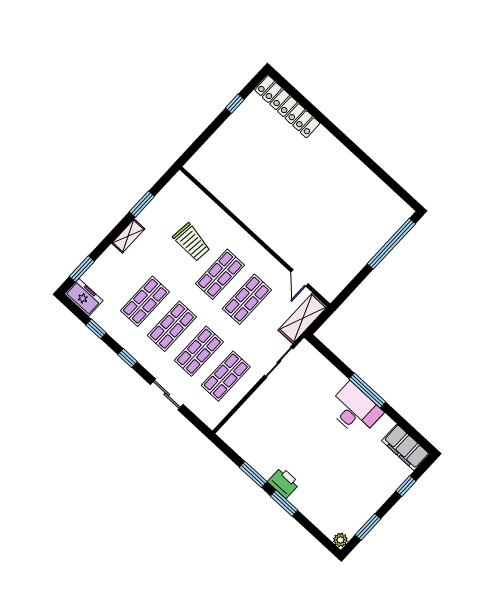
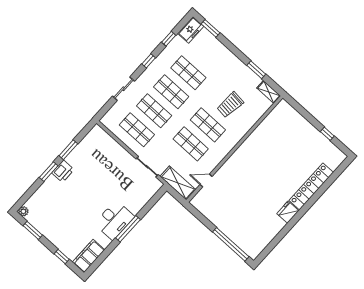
locker: (287, 107) -> (311, 186), moved
fridge: (346, 161) -> (288, 212), added
shelving: (128, 236) -> (269, 92), moved

